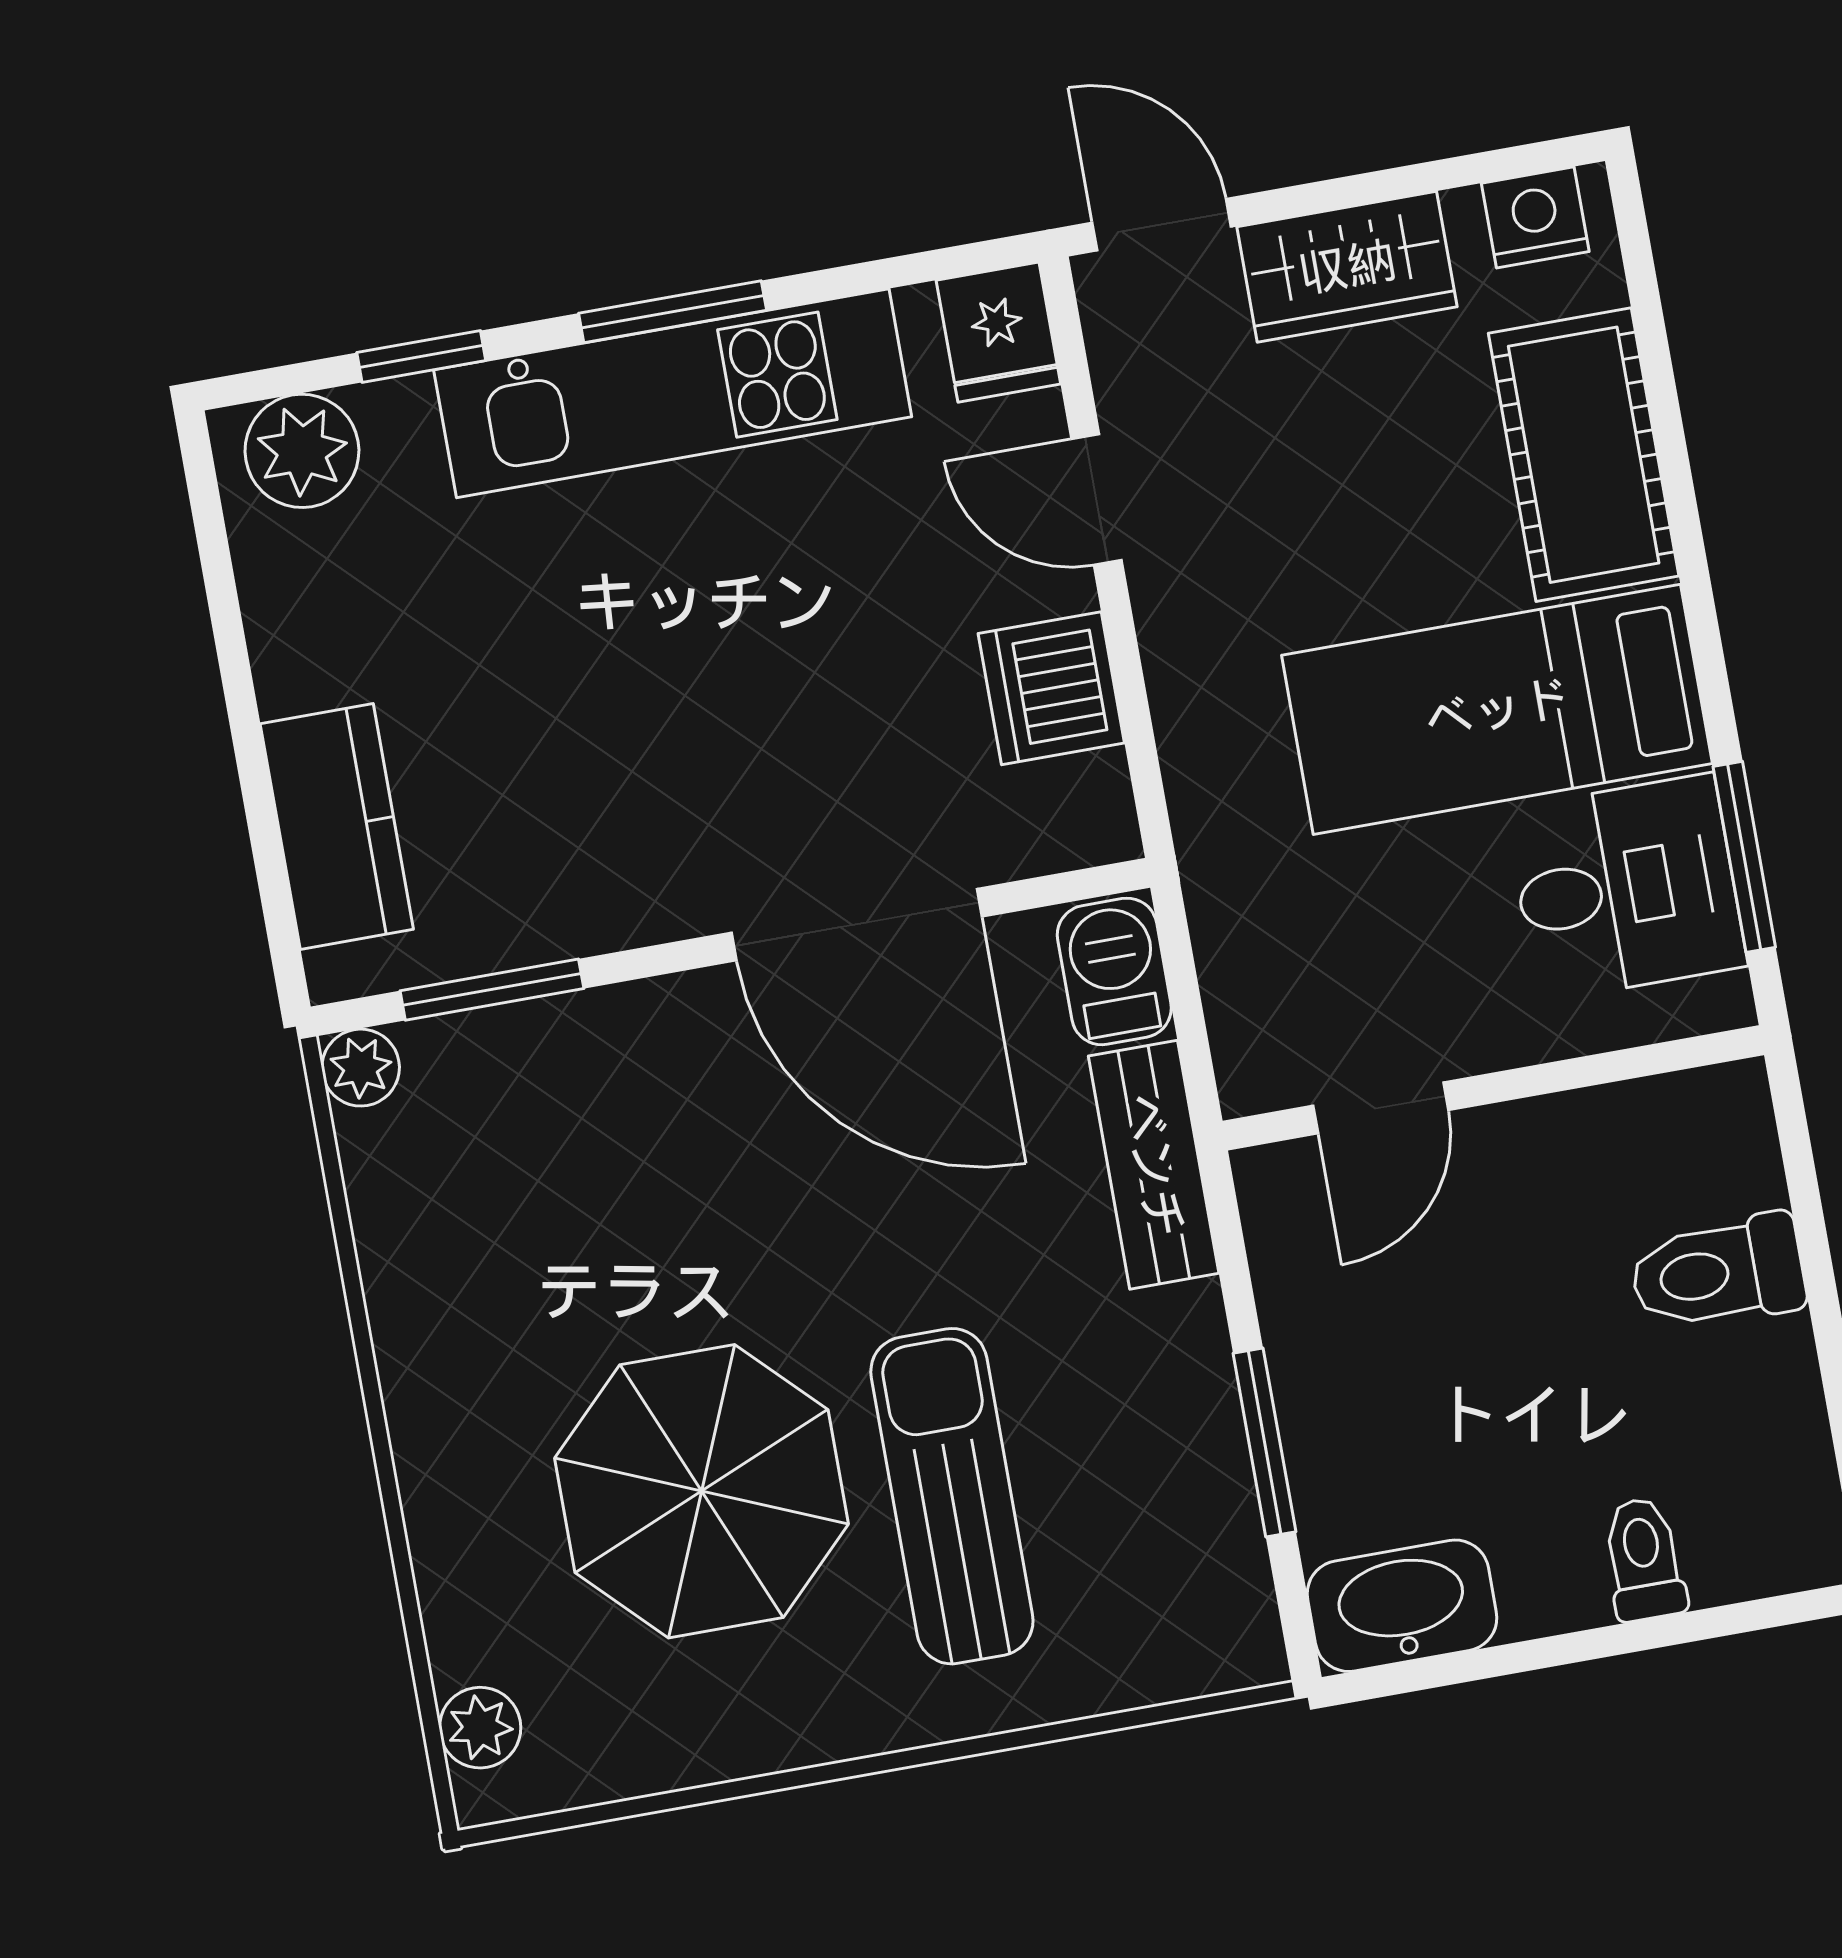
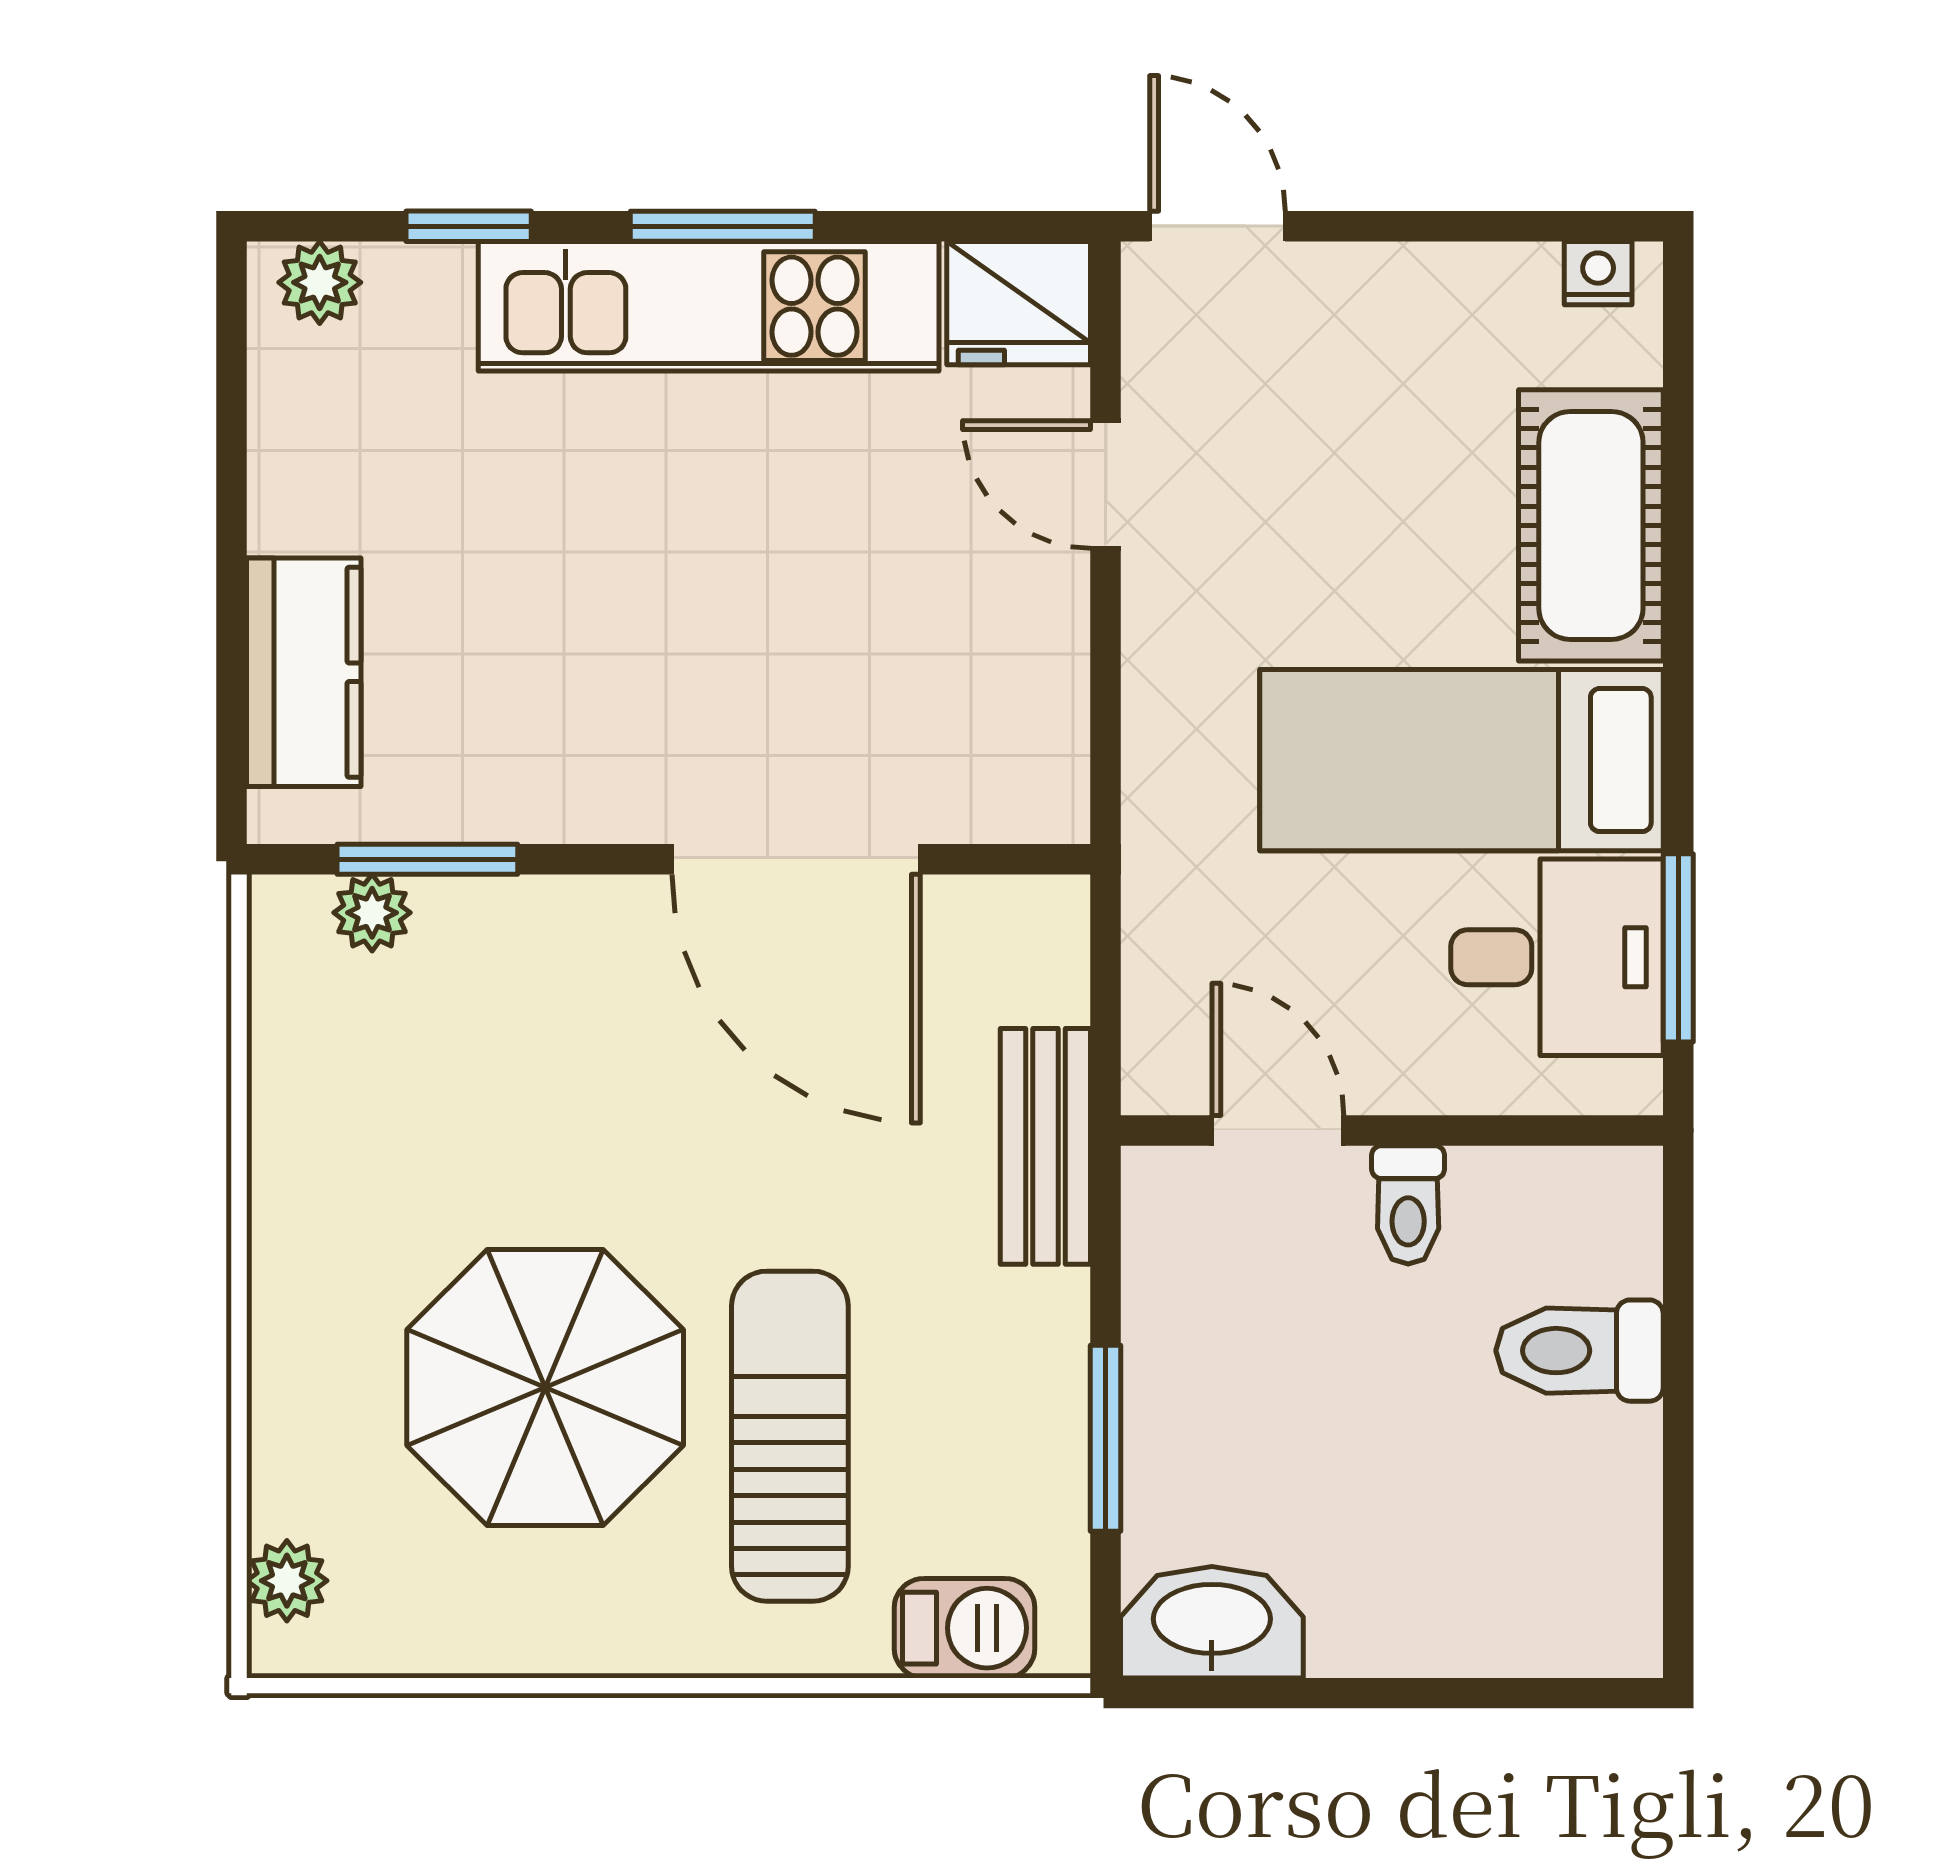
nightstand: (1535, 217) -> (1598, 273), width x0.72, depth x0.74
wardrobe: (1347, 267) -> (1392, 300), removed
fridge: (998, 332) -> (1019, 303), width x1.38
plant: (302, 451) -> (320, 282), width x0.73, depth x0.73
dishwasher: (1051, 688) -> (1028, 661), removed
barbecue: (1114, 971) -> (964, 1628), moved, turned 90
plant: (361, 1068) -> (372, 913), moved
door: (1381, 1108) -> (1278, 1130), swing flipped
toilet: (1644, 1559) -> (1408, 1205), moved, turned 180

